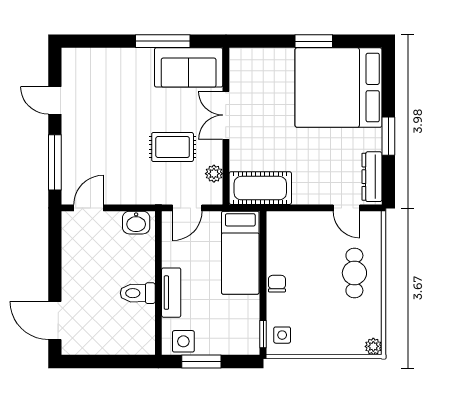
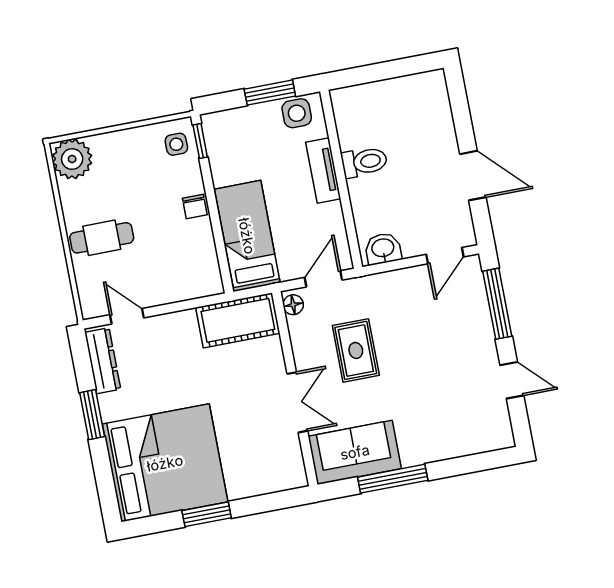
rug: (173, 147) -> (356, 350), turned 90
plant: (214, 174) -> (298, 327), removed
floor lamp: (215, 192) -> (293, 305), added
cafe table: (354, 273) -> (102, 238), turned 90
door: (55, 321) -> (473, 176), moved
plant: (373, 346) -> (72, 159), width x1.87, depth x1.87

